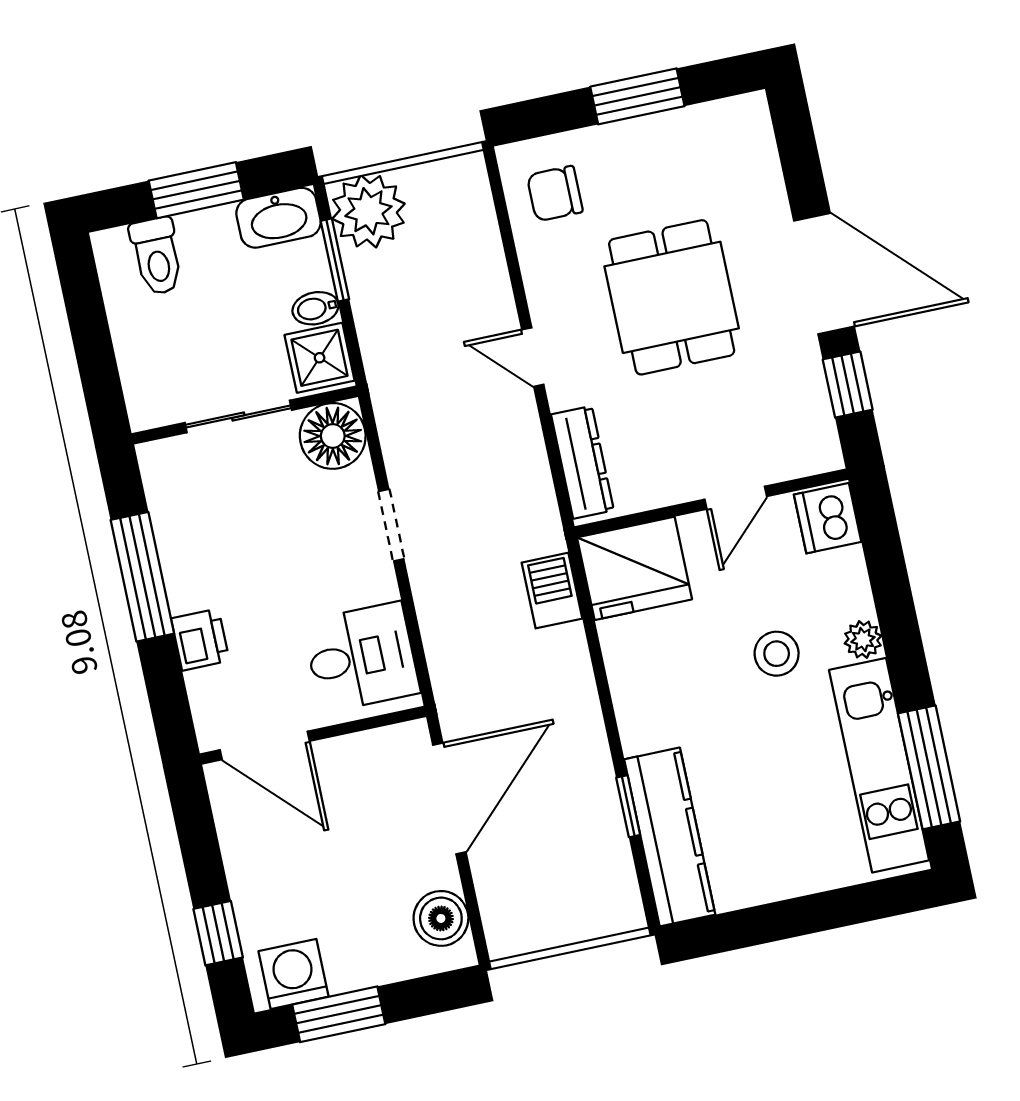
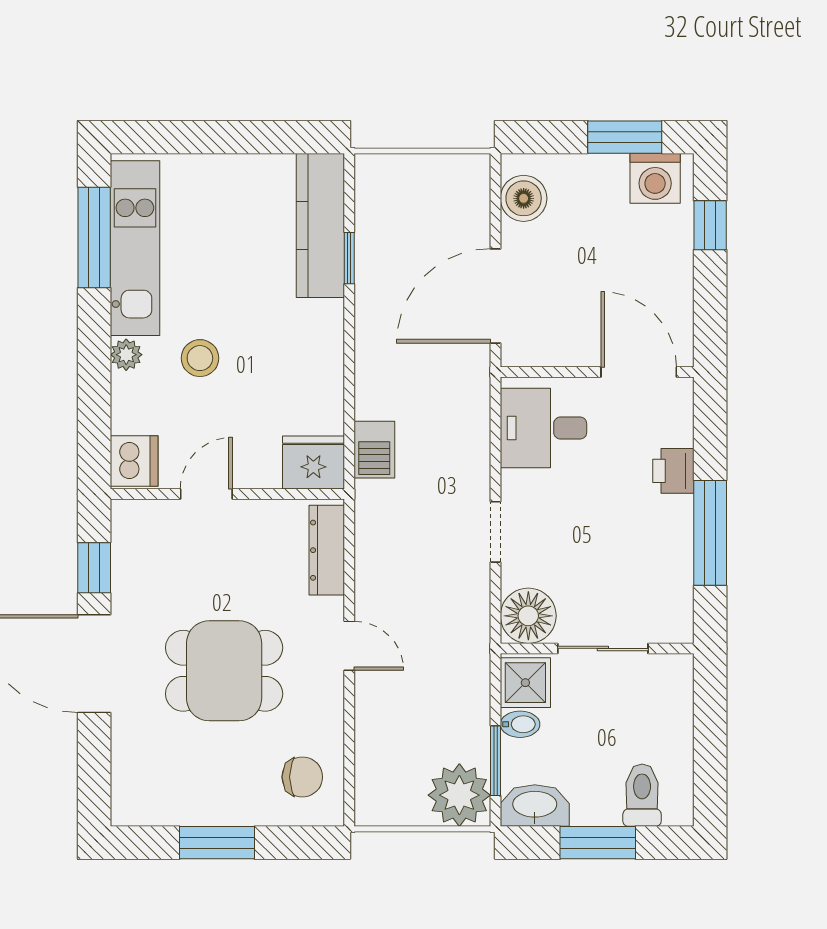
dining table: (672, 297) -> (224, 671), turned 90
fridge: (635, 568) -> (313, 462), width x0.73, depth x0.75

